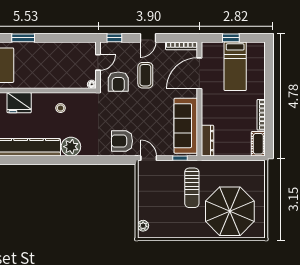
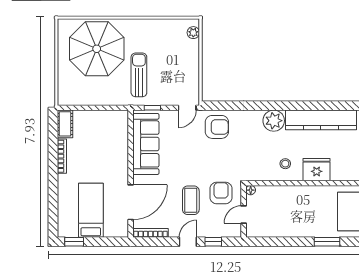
window: (114, 38) -> (213, 242), moved
window: (231, 38) -> (74, 242), moved
fridge: (19, 103) -> (317, 170), moved
dresser: (207, 141) -> (122, 127), removed
door: (149, 158) -> (187, 108), hinge flipped

